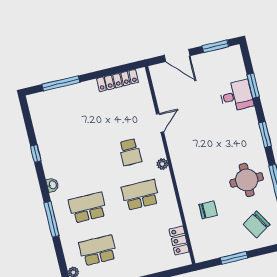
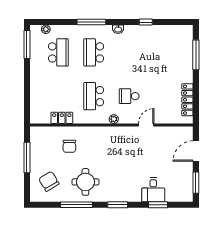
door: (160, 123) -> (146, 125), swing flipped
school desk: (140, 195) -> (94, 96), turned 180
school desk: (88, 208) -> (94, 52), turned 180
locker: (179, 241) -> (62, 118), moved
window: (234, 258) -> (27, 158), width x1.44

